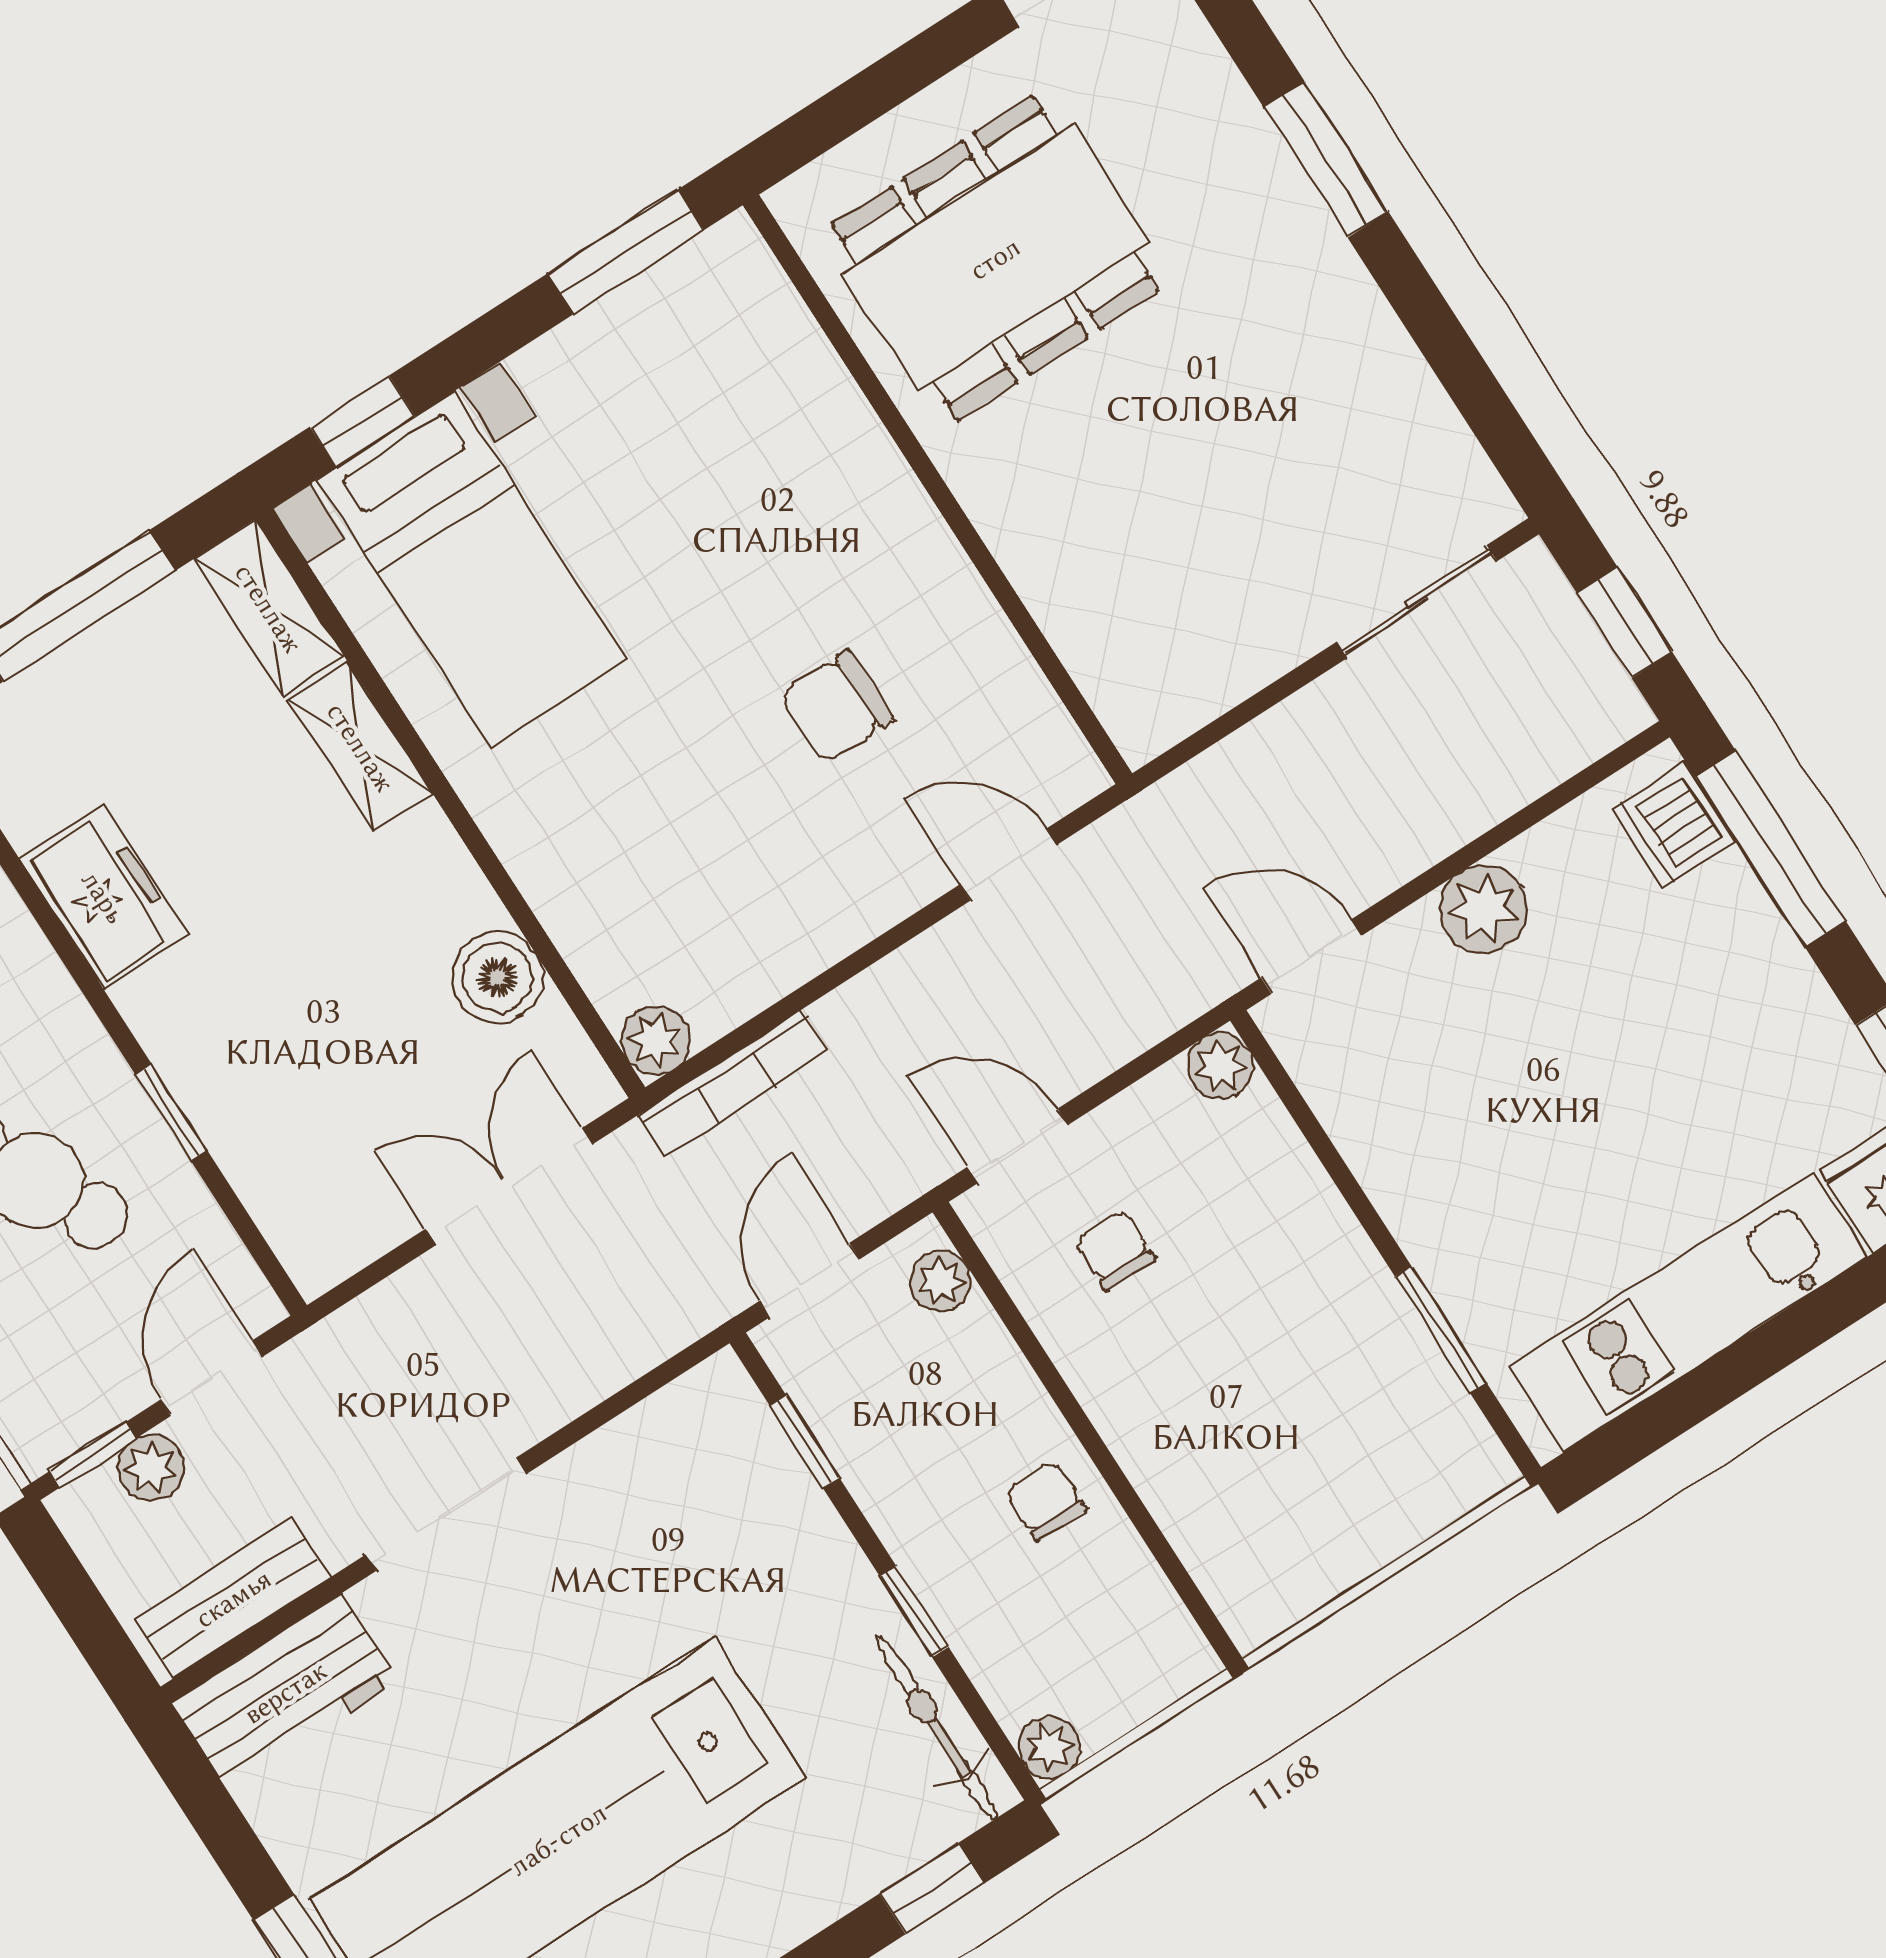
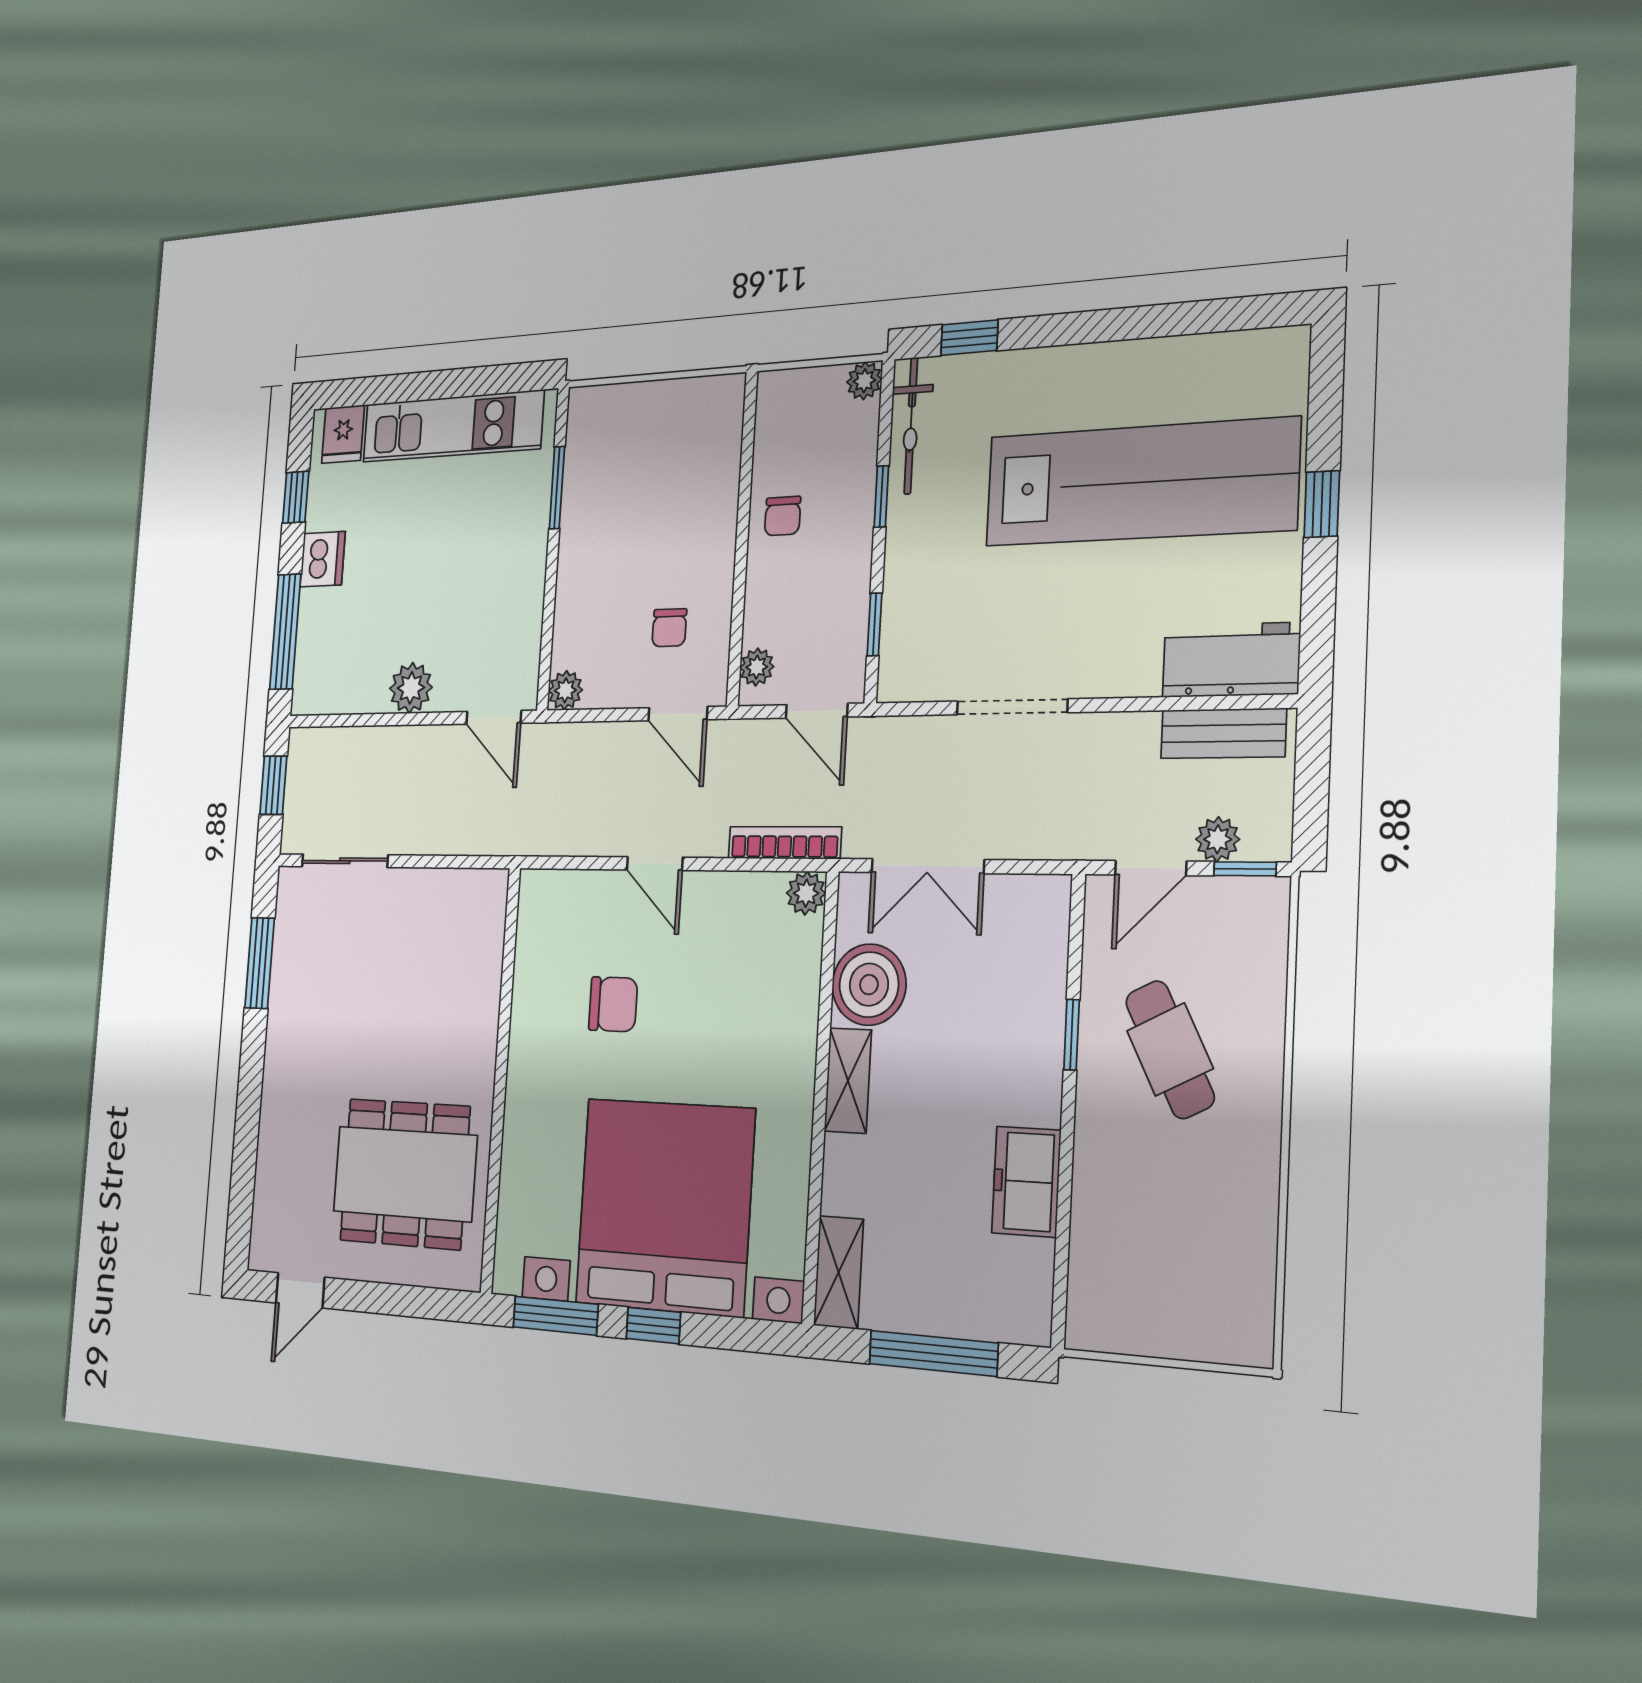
window: (1326, 160) -> (260, 963), moved
window: (362, 421) -> (653, 1325), moved
bed with nightstands: (472, 570) -> (665, 1207), width x1.85
shelving: (361, 747) -> (848, 1081), moved
dishwasher: (1674, 825) -> (323, 559), moved
door: (1008, 865) -> (655, 864), moved
boiler: (498, 978) -> (869, 985), width x1.37, depth x1.37
door: (809, 1280) -> (817, 711), hinge flipped
doorway: (446, 1514) -> (1012, 707), moved

